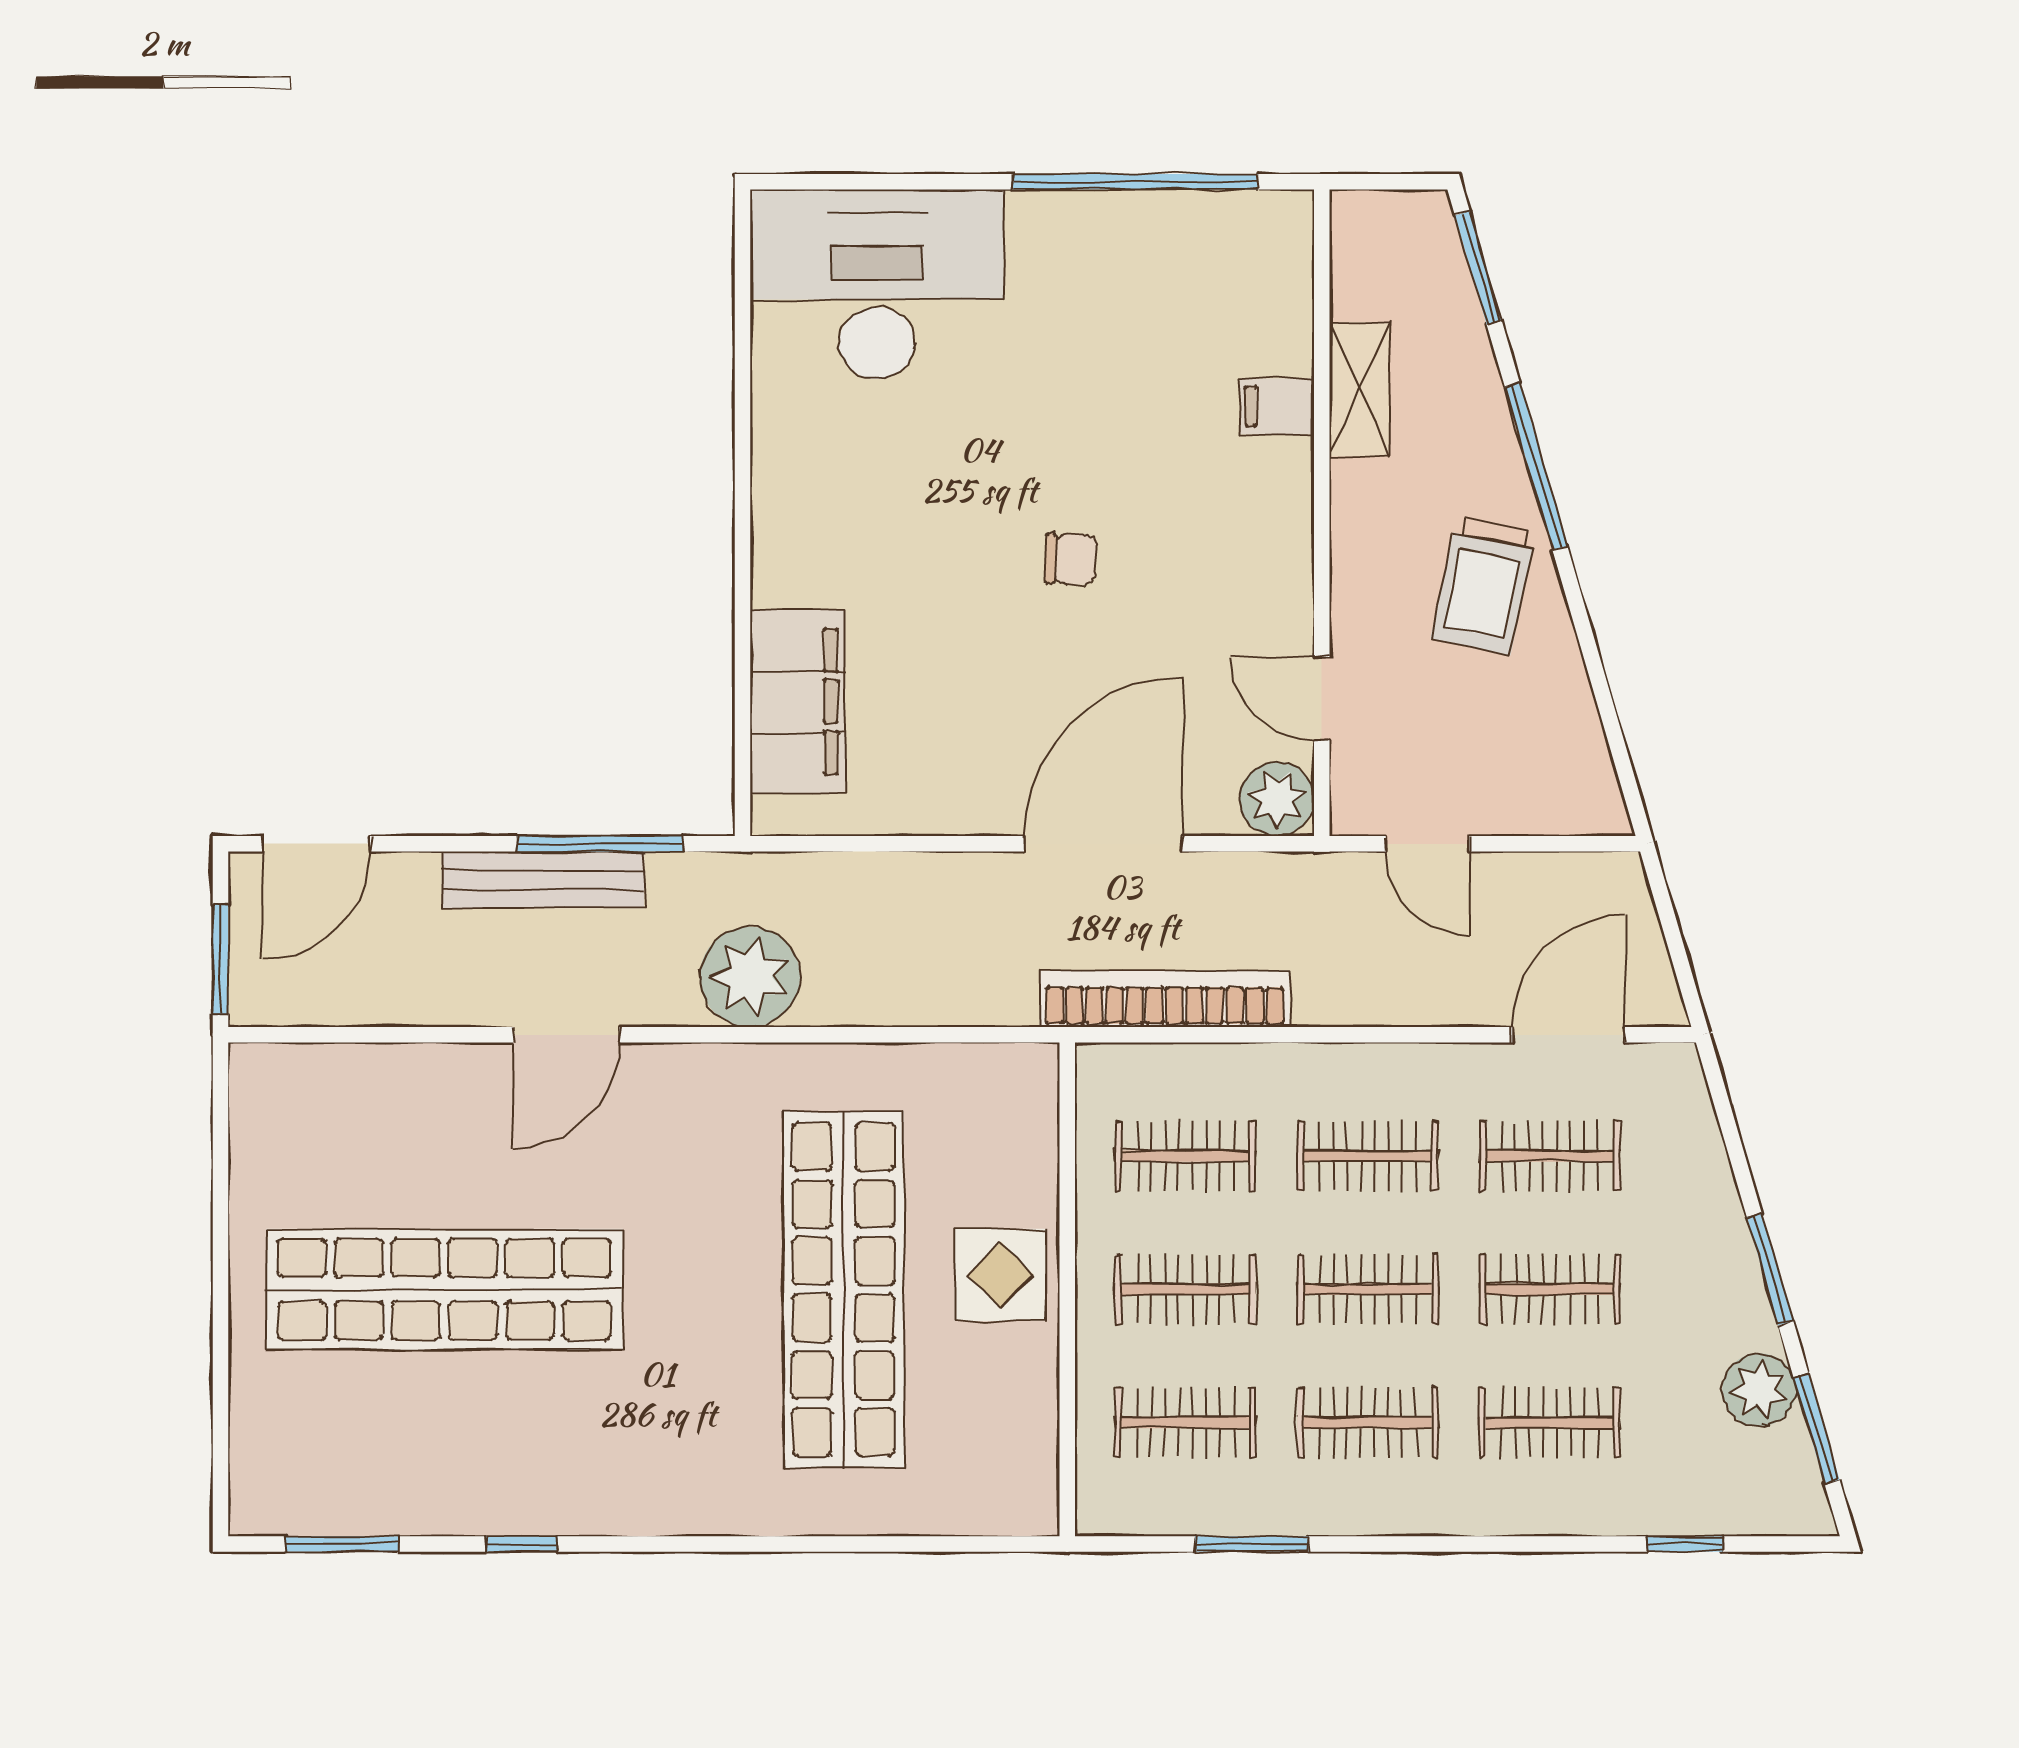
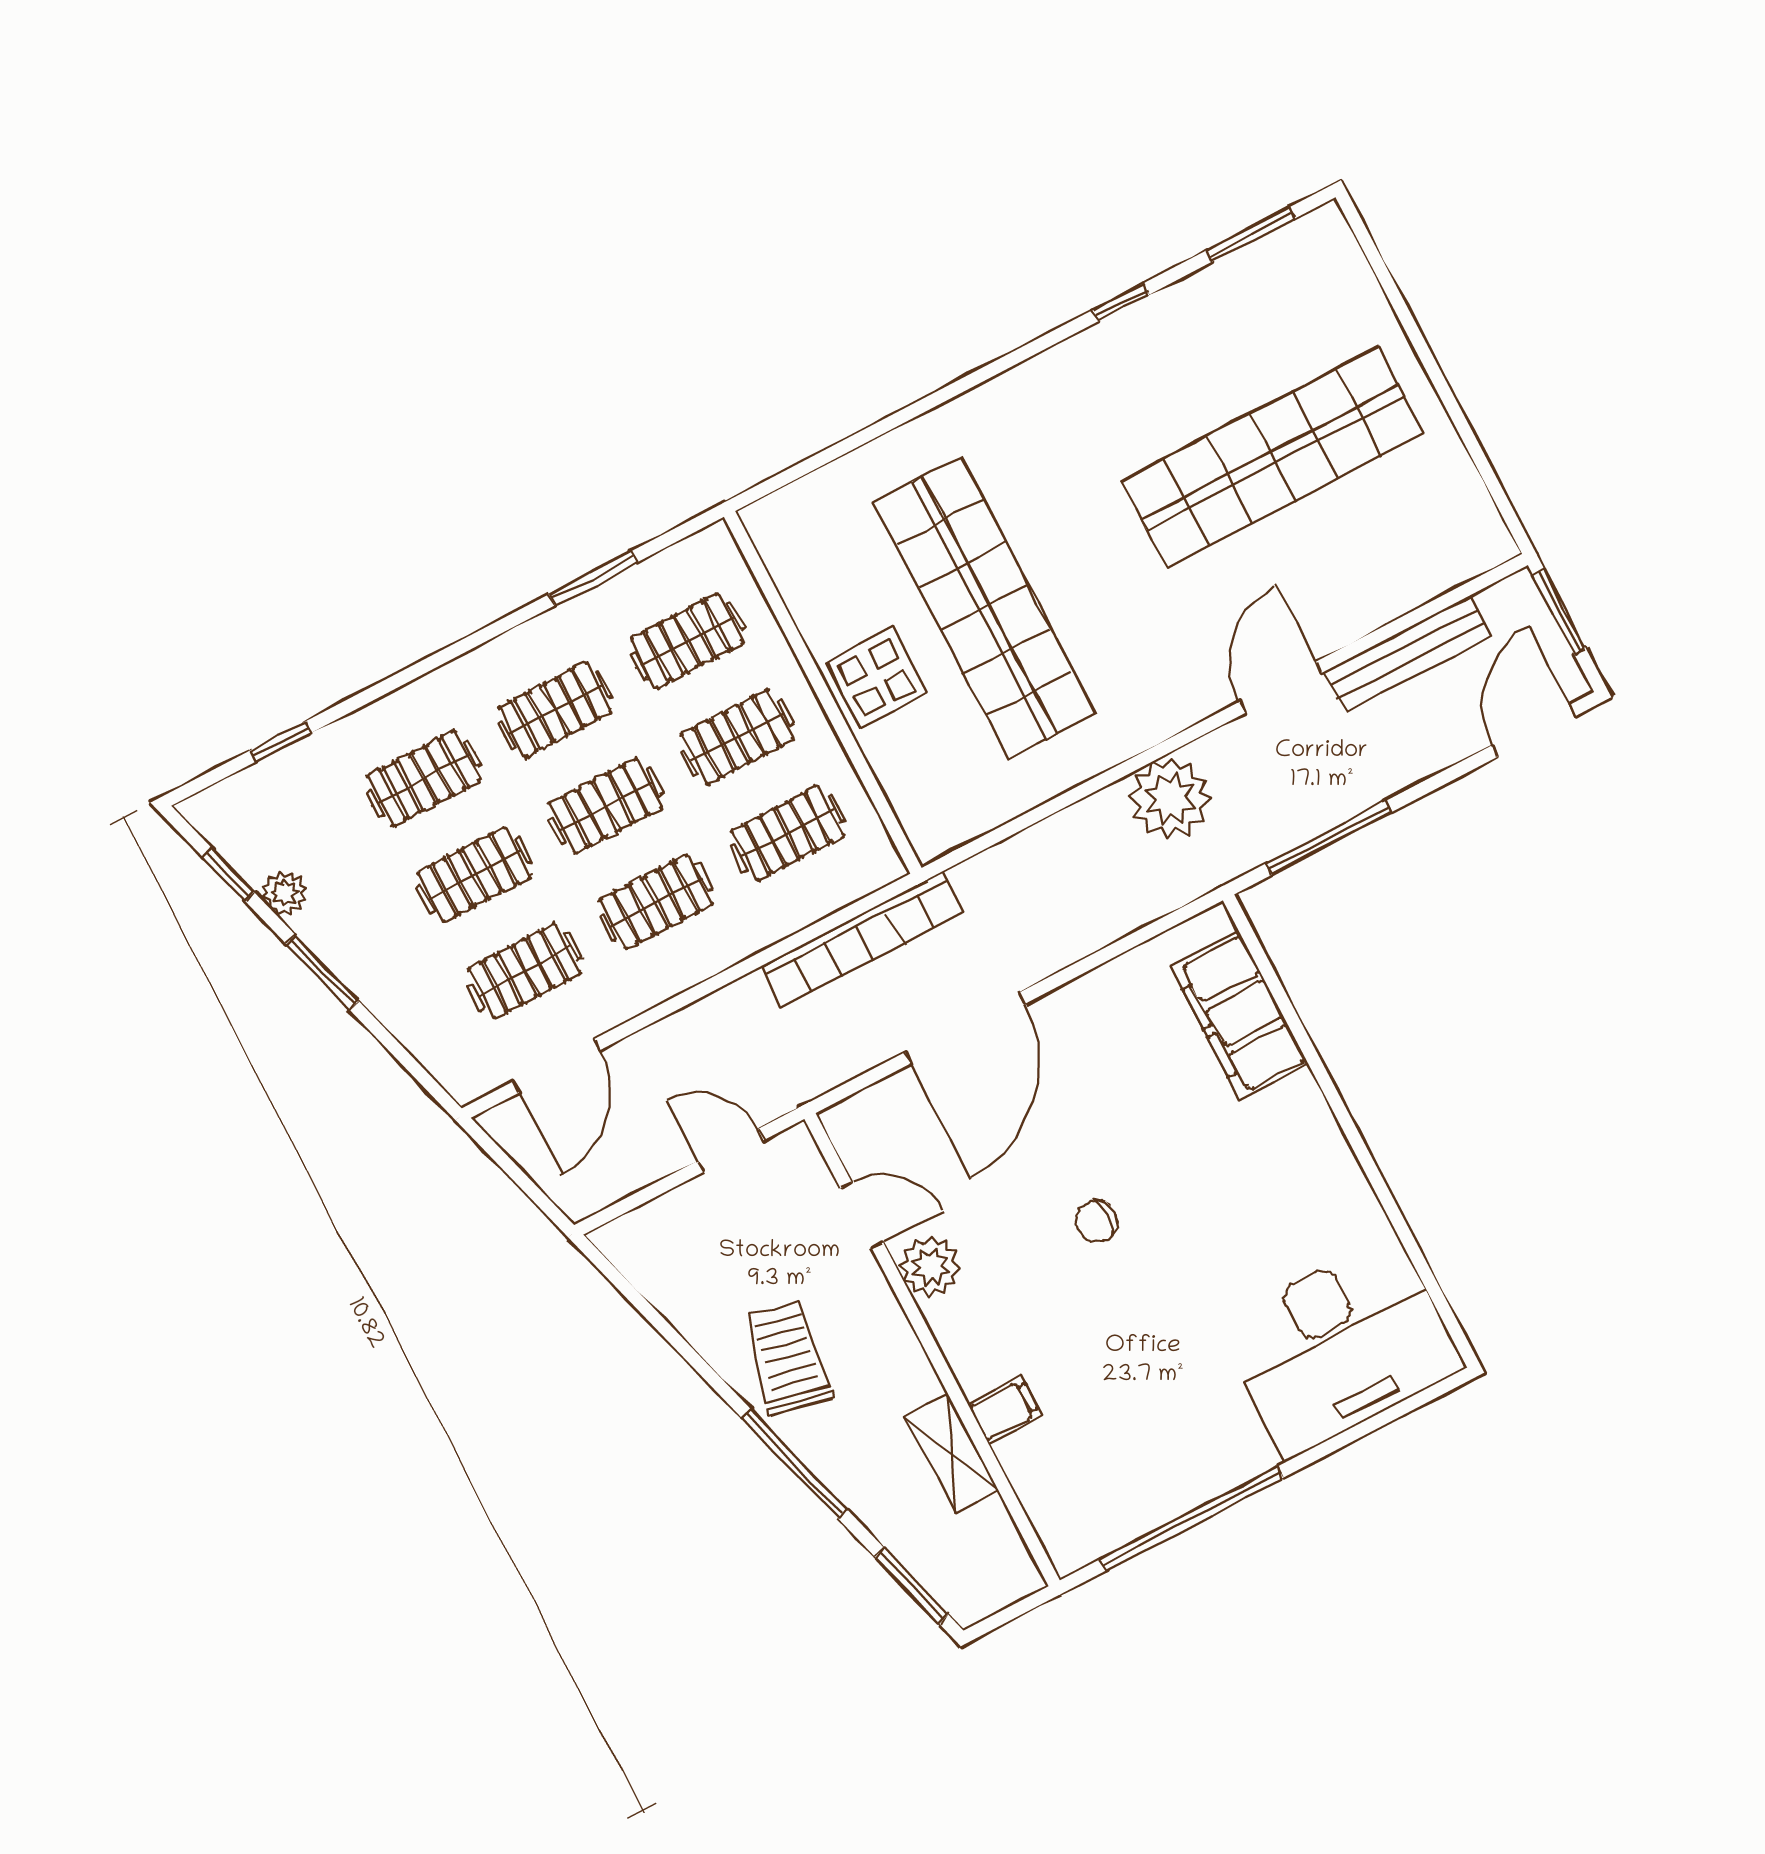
plant: (1277, 799) -> (930, 1267), moved
bench: (543, 880) -> (1407, 654), moved
plant: (1759, 1390) -> (285, 893), width x0.73, depth x0.73
window: (1817, 1429) -> (229, 875), width x0.67

